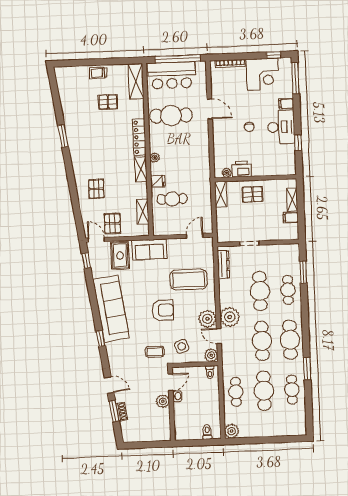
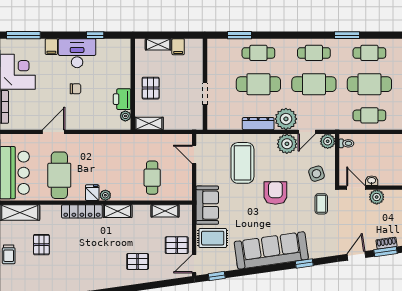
fridge: (158, 181) -> (92, 193), moved
dresser: (223, 265) -> (258, 124), moved
cafe table: (290, 340) -> (314, 53), width x0.73, depth x0.74

